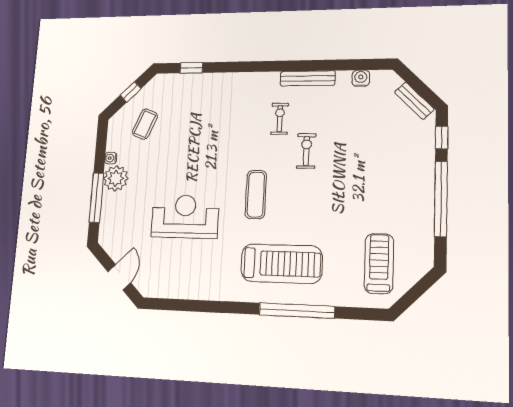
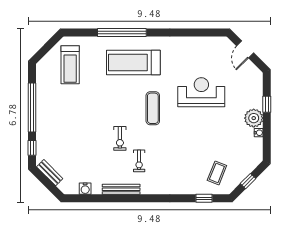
coffee table: (145, 124) -> (217, 173), moved
window: (96, 198) -> (267, 104), width x0.46
reception desk: (185, 217) -> (201, 92), turned 180

